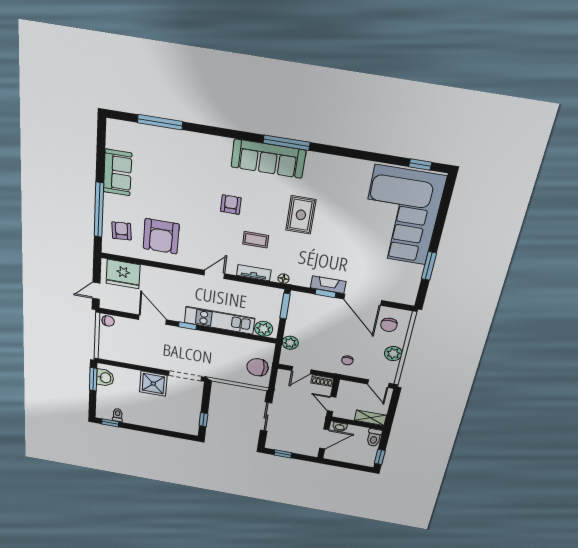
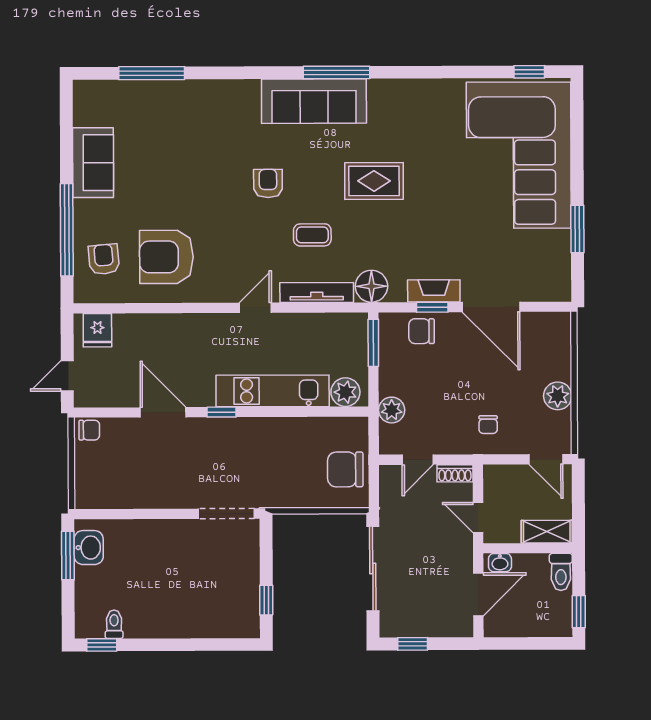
rug: (301, 215) -> (374, 181), turned 90
armchair: (161, 236) -> (166, 257), turned 90
tv unit: (254, 273) -> (317, 293), width x1.41
fridge: (123, 274) -> (97, 330), width x0.53, depth x0.75
floor lamp: (284, 279) -> (371, 286), width x1.89, depth x1.89
chair: (389, 325) -> (422, 331), moved, turned 90
shower: (153, 384) -> (173, 542), removed
sliding door: (266, 417) -> (373, 569), width x1.37

